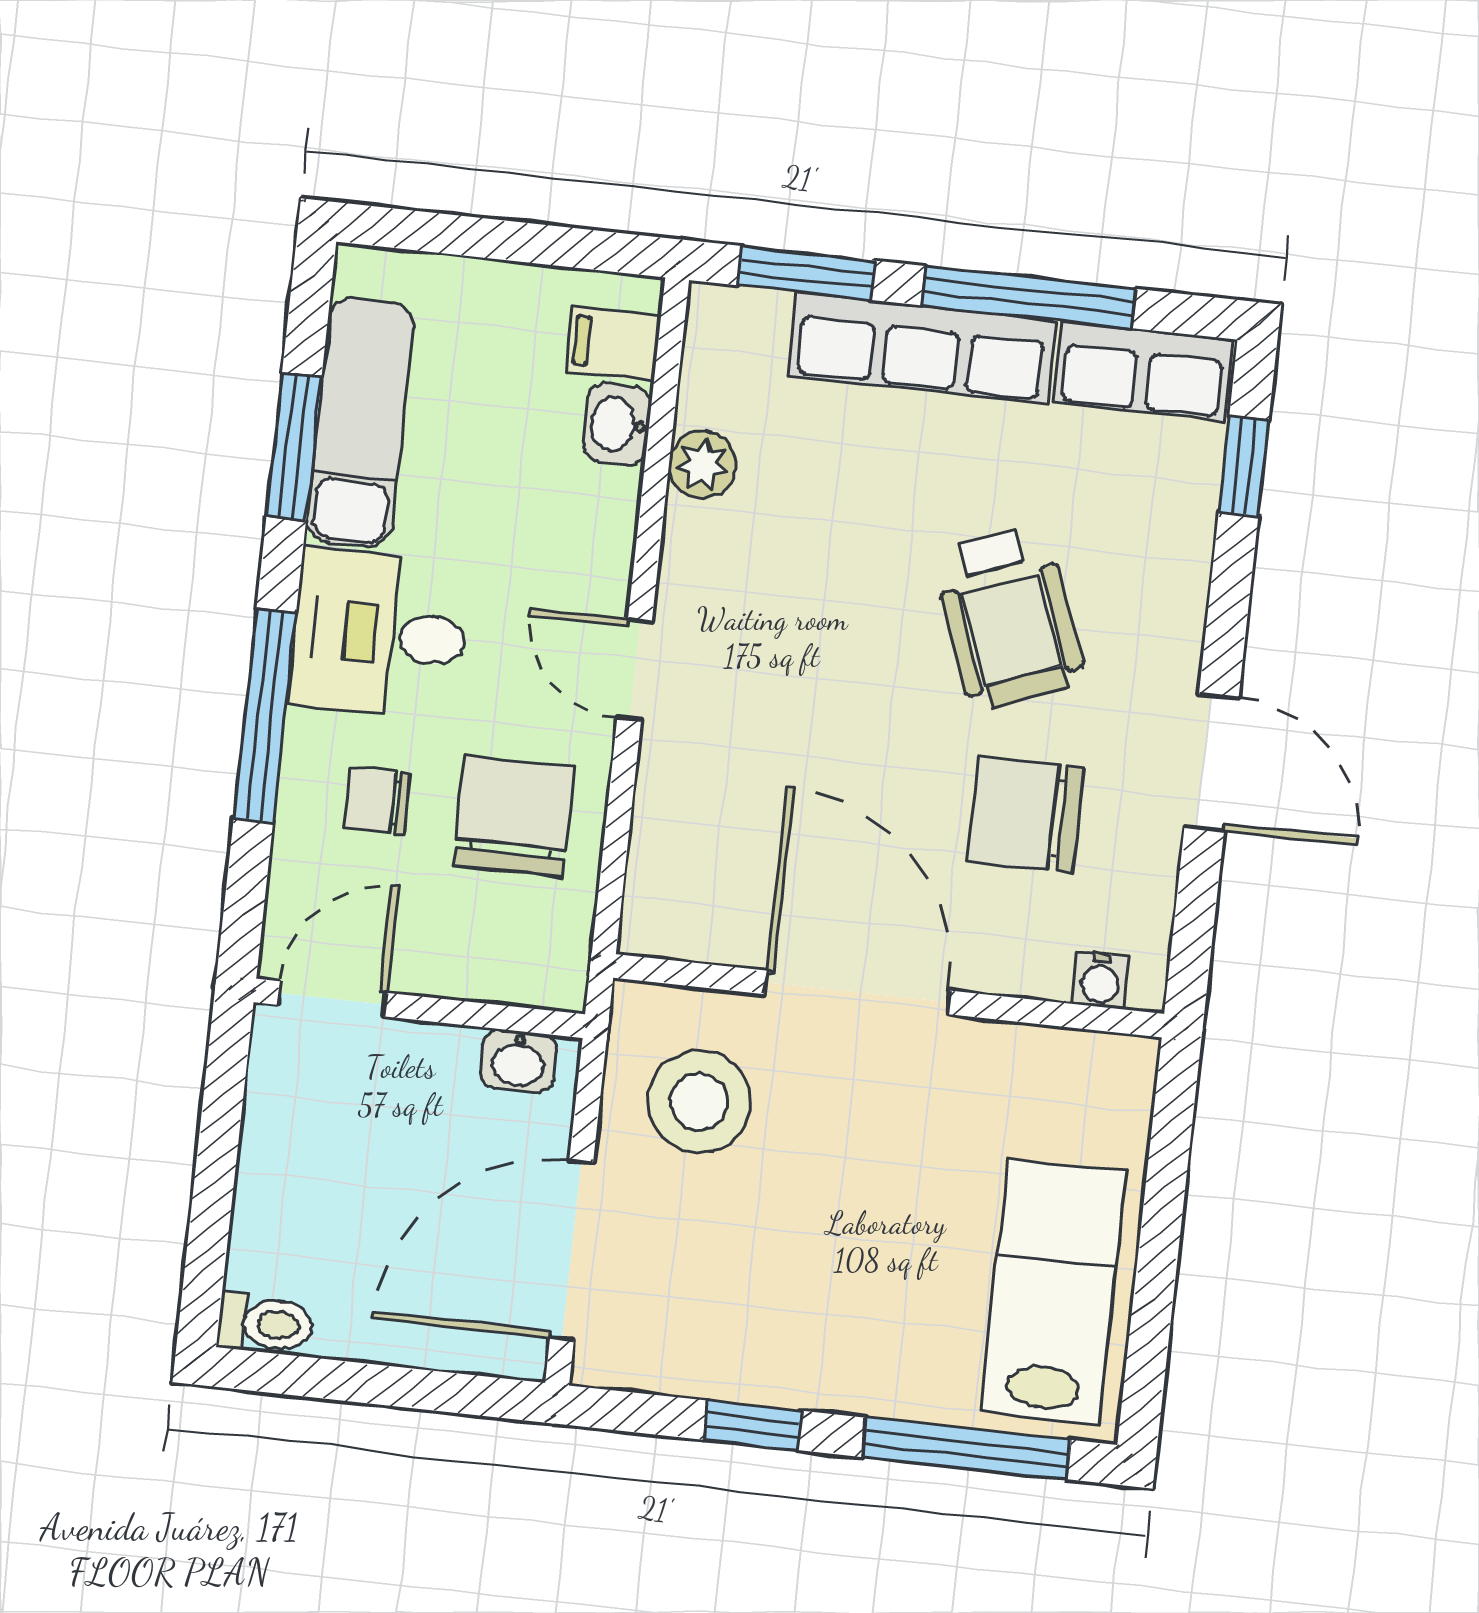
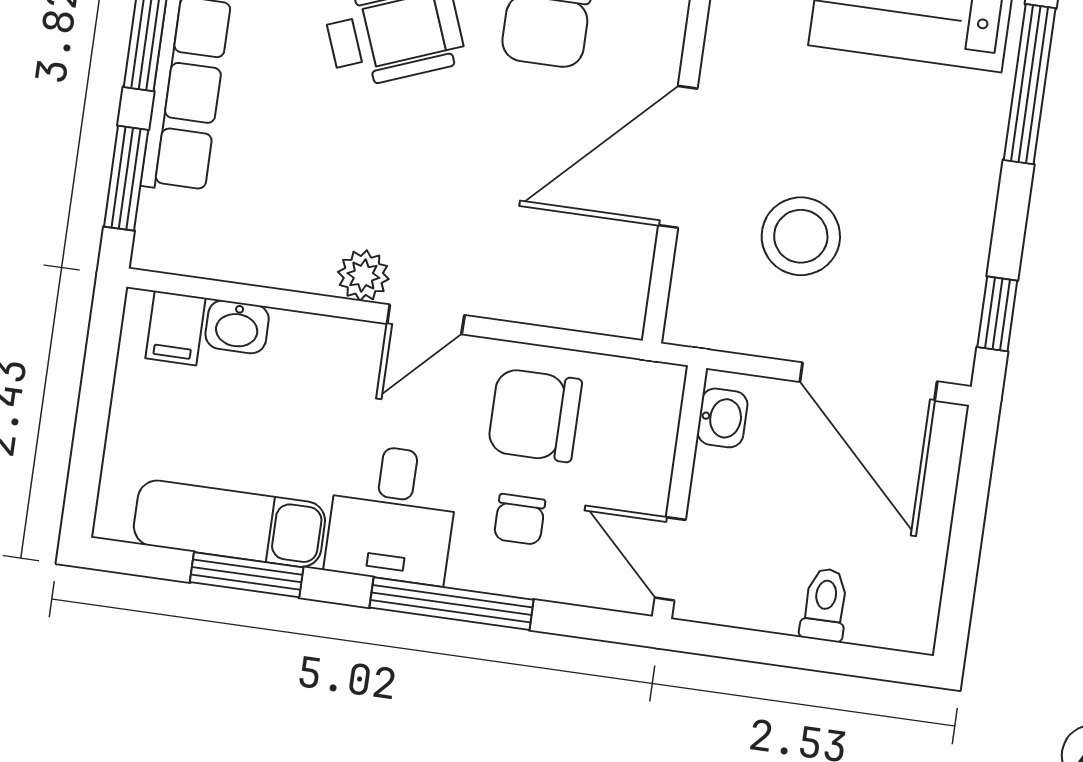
plant: (703, 465) -> (363, 276), moved
stool: (699, 1102) -> (801, 236), moved
toilet: (265, 1324) -> (825, 605), moved
window: (752, 1425) -> (997, 314), moved

